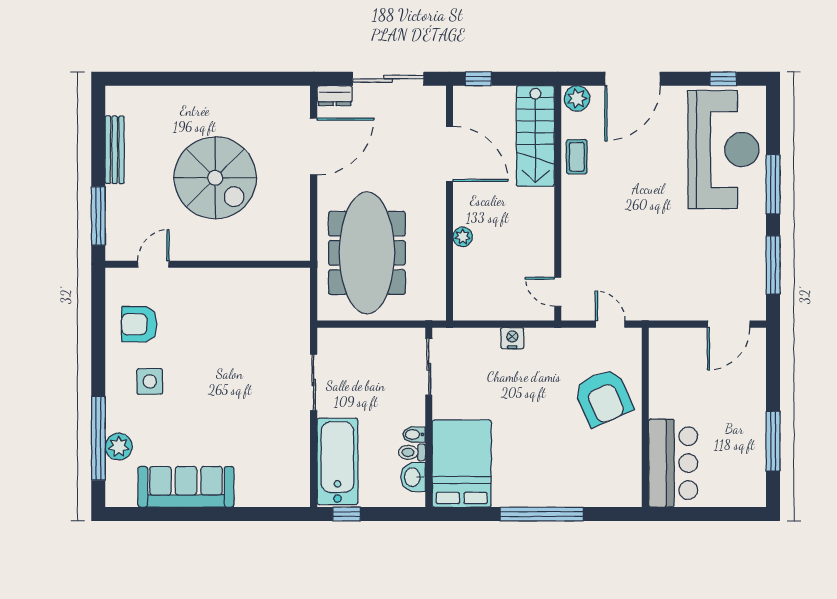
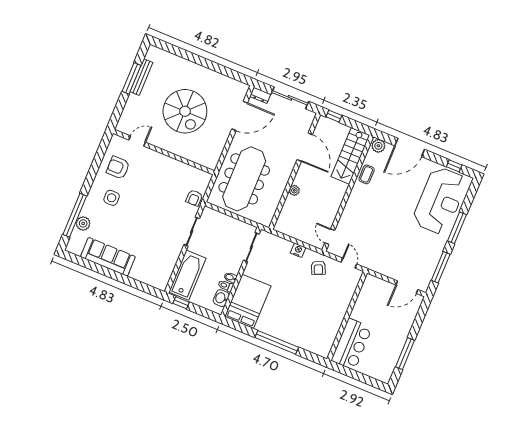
window: (98, 216) -> (132, 78), moved
armchair: (294, 322) -> (194, 198), added
armchair: (603, 397) -> (318, 268), moved, width x0.53, depth x0.53

